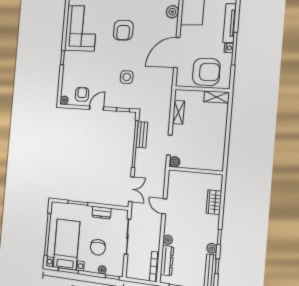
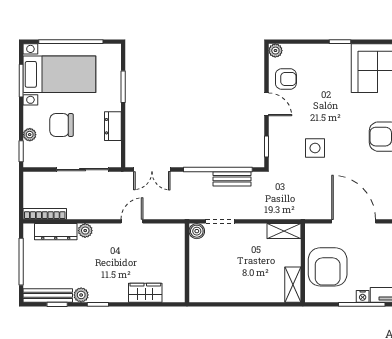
shelving: (178, 112) -> (284, 231), moved

